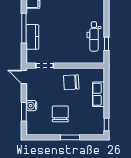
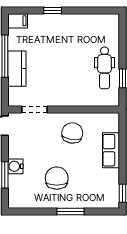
chair: (71, 82) -> (72, 133), turned 102

